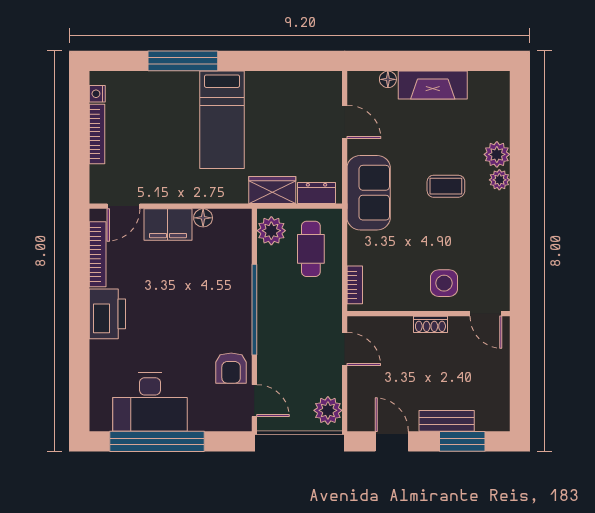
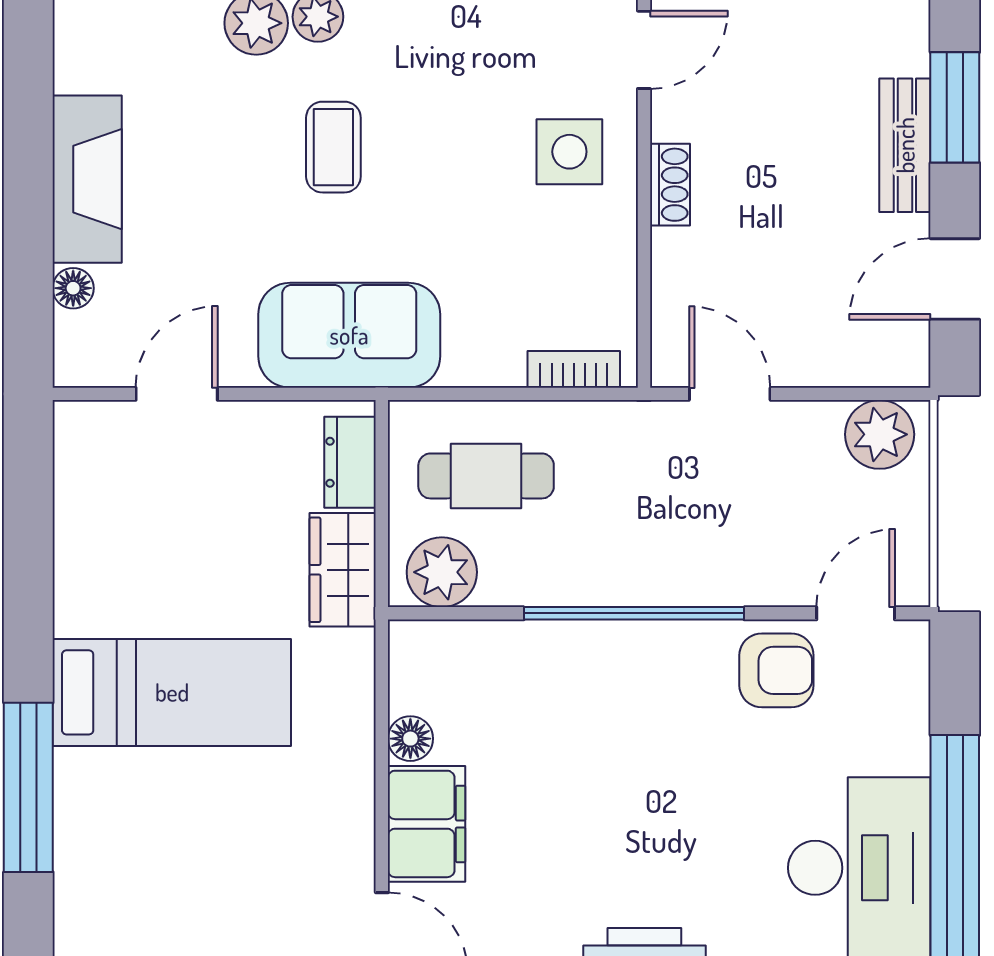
door: (345, 349) -> (730, 394), hinge flipped

